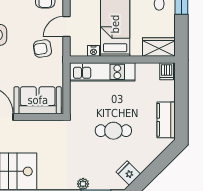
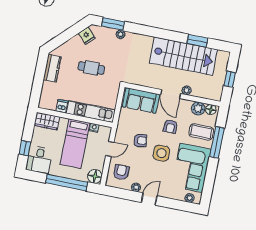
armchair: (42, 49) -> (140, 141), moved
dishwasher: (167, 71) -> (62, 106), moved

